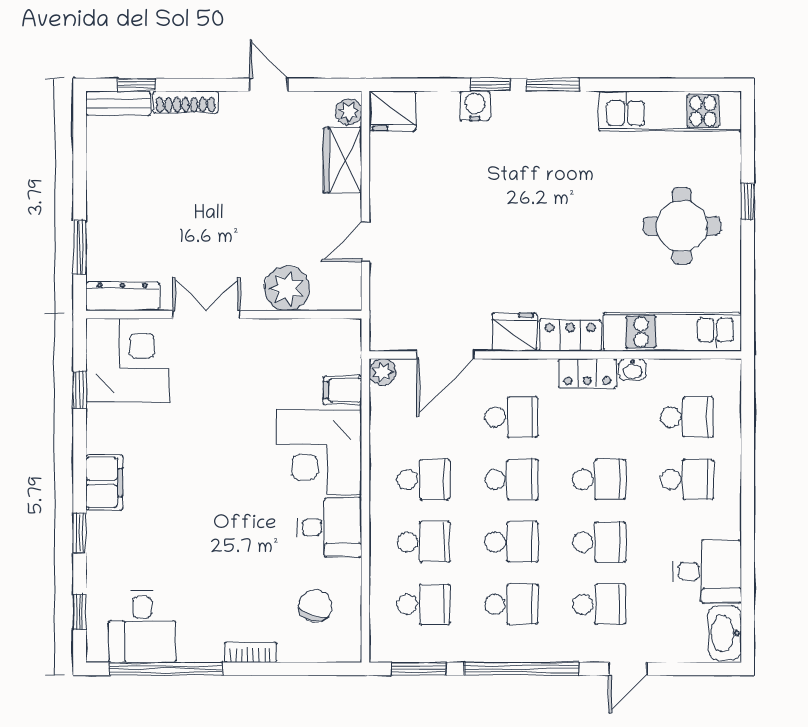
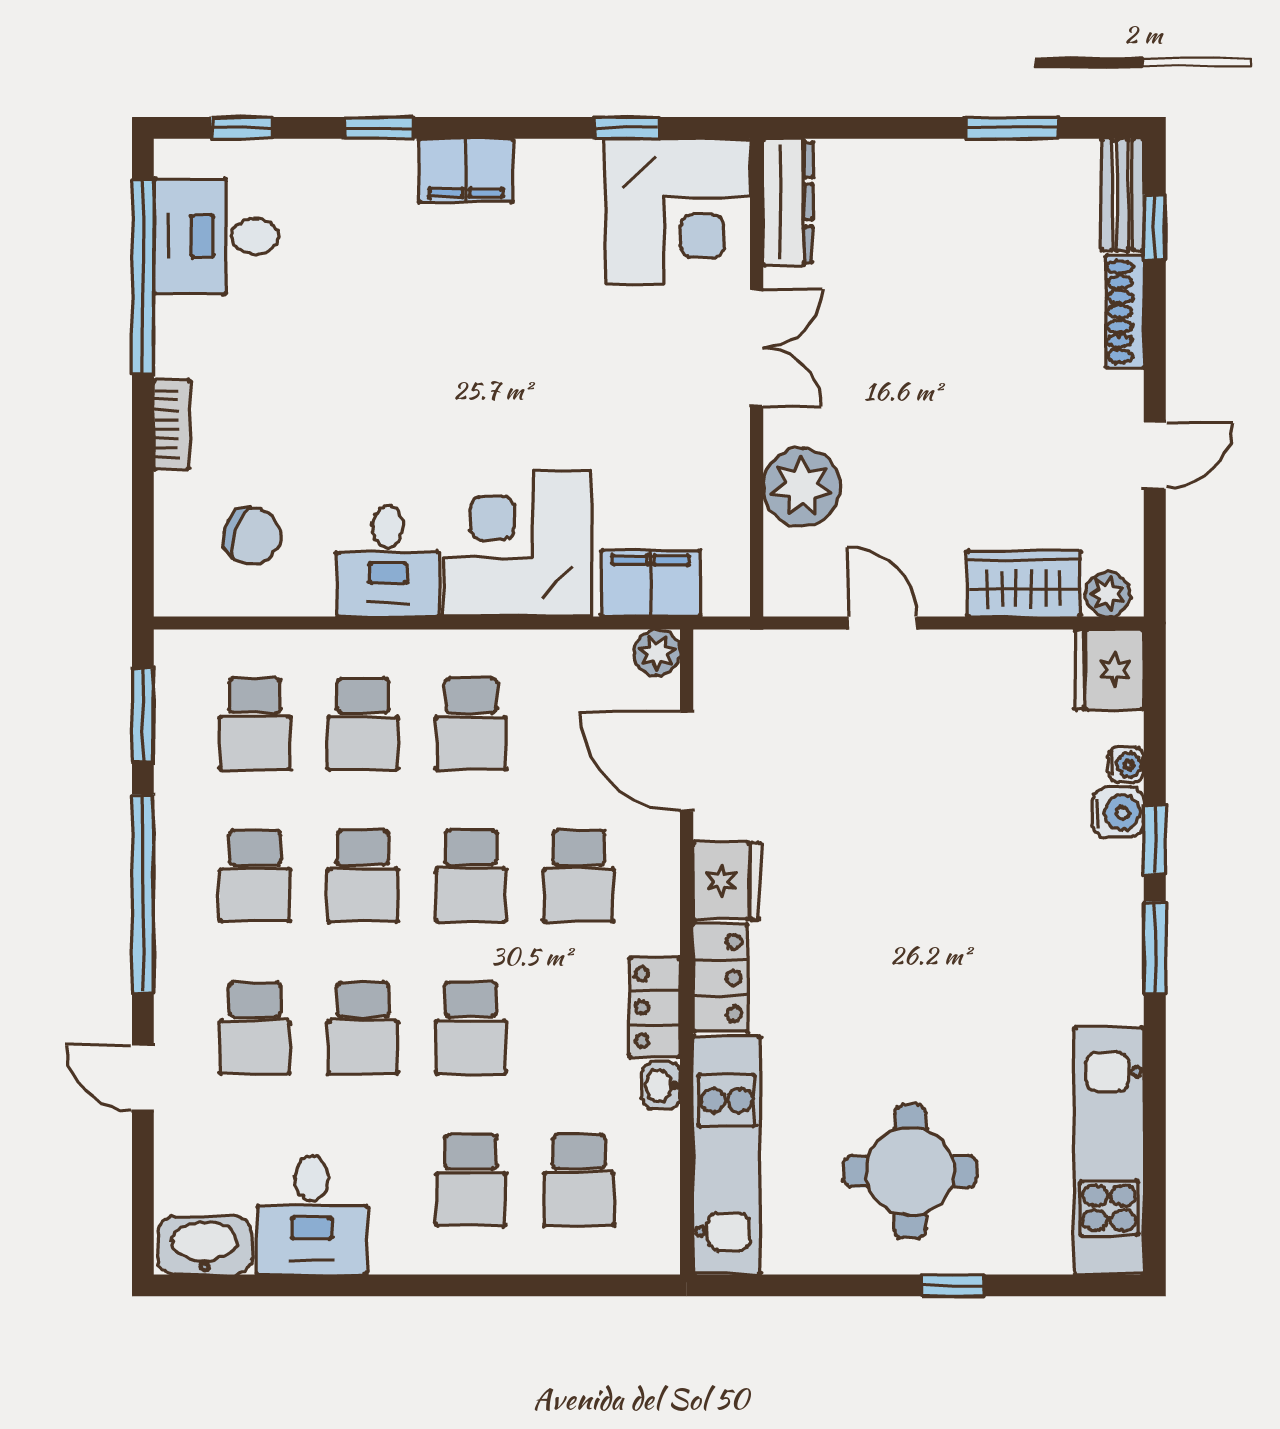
water cooler: (447, 101) -> (1126, 765), added
window: (80, 247) -> (1012, 128), moved
filing cabinet: (342, 390) -> (651, 583), width x2.00

